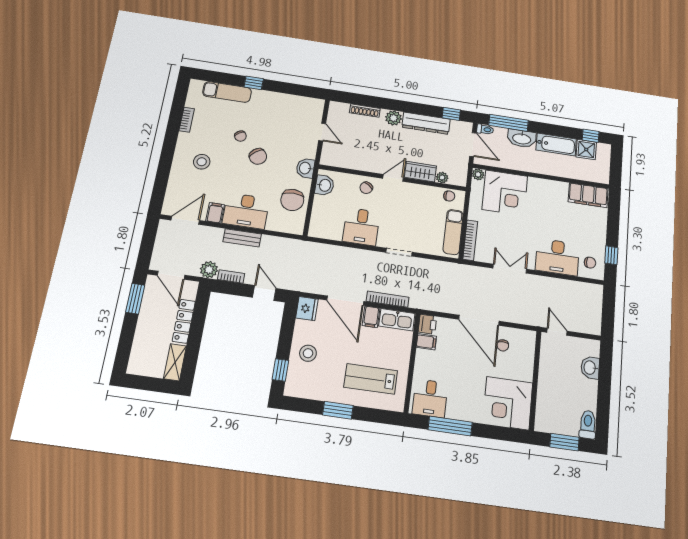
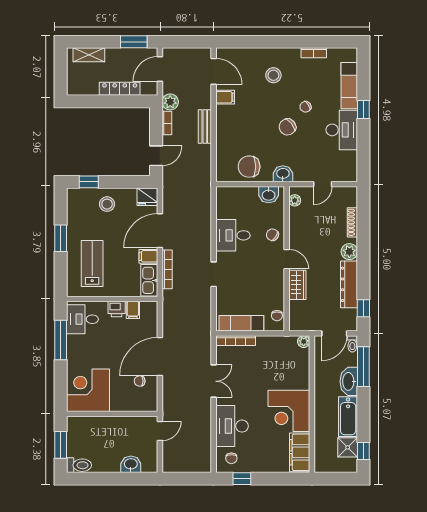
plant: (442, 178) -> (295, 200), moved
corner desk: (505, 193) -> (289, 411), moved
desk: (246, 211) -> (342, 130), moved, turned 180
printer: (427, 324) -> (117, 309), moved
shelving: (175, 362) -> (89, 55), moved

